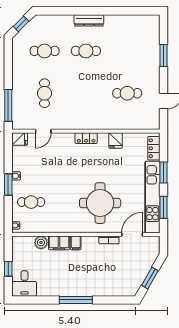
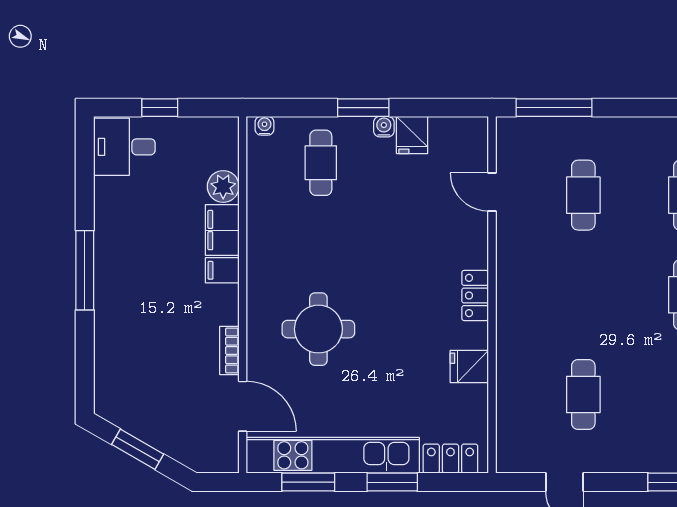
cafe table: (45, 93) -> (583, 195), turned 90
fridge: (20, 139) -> (412, 135), moved
round table: (100, 203) -> (318, 329), width x0.73, depth x0.73

